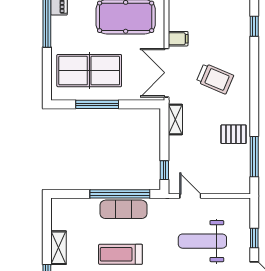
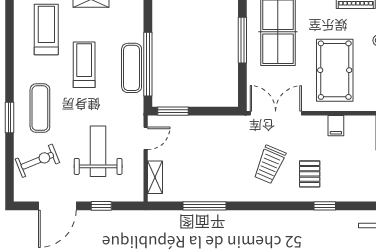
filing cabinet: (178, 39) -> (336, 126), moved
shelving: (175, 120) -> (155, 177), moved, turned 90
pallet: (234, 134) -> (310, 174), moved
window: (254, 157) -> (204, 206), moved
window: (164, 170) -> (173, 111), width x1.50

